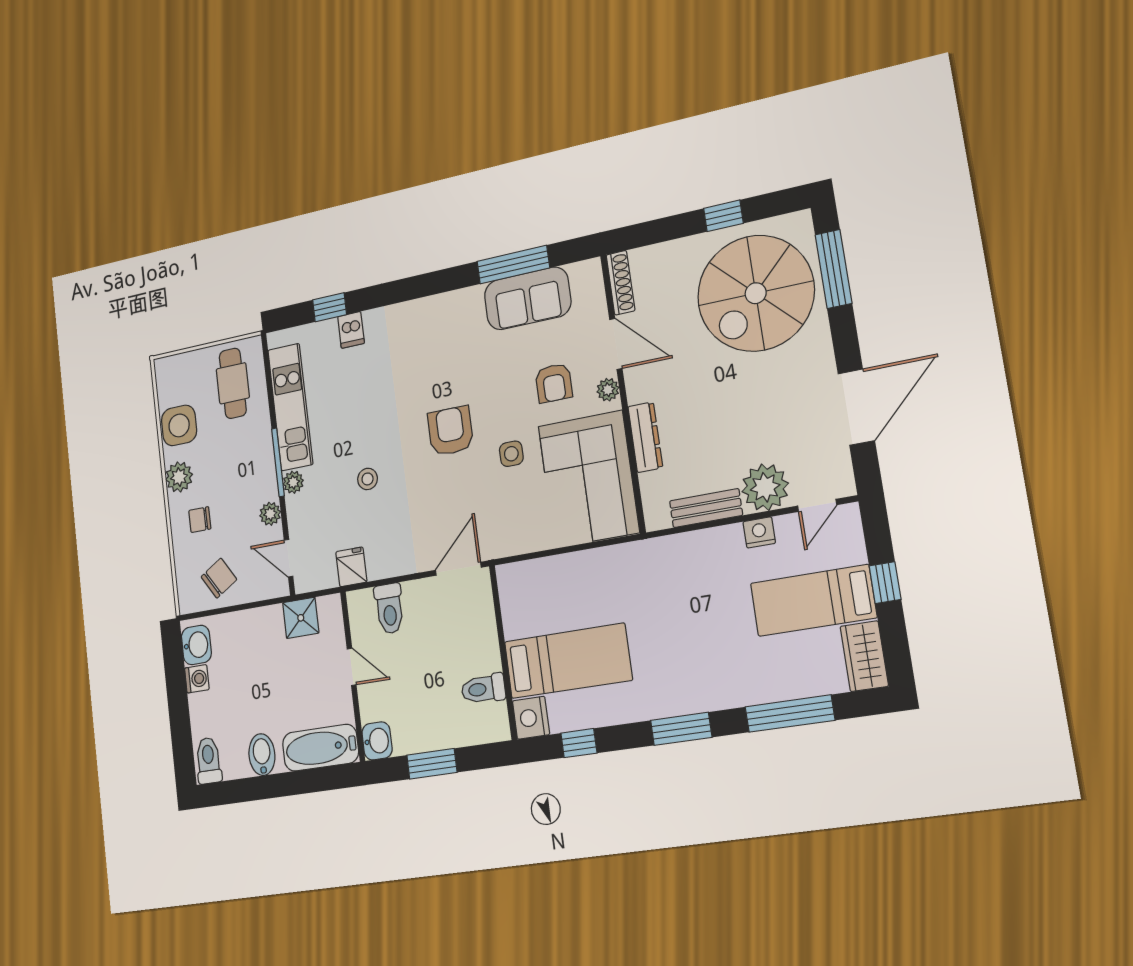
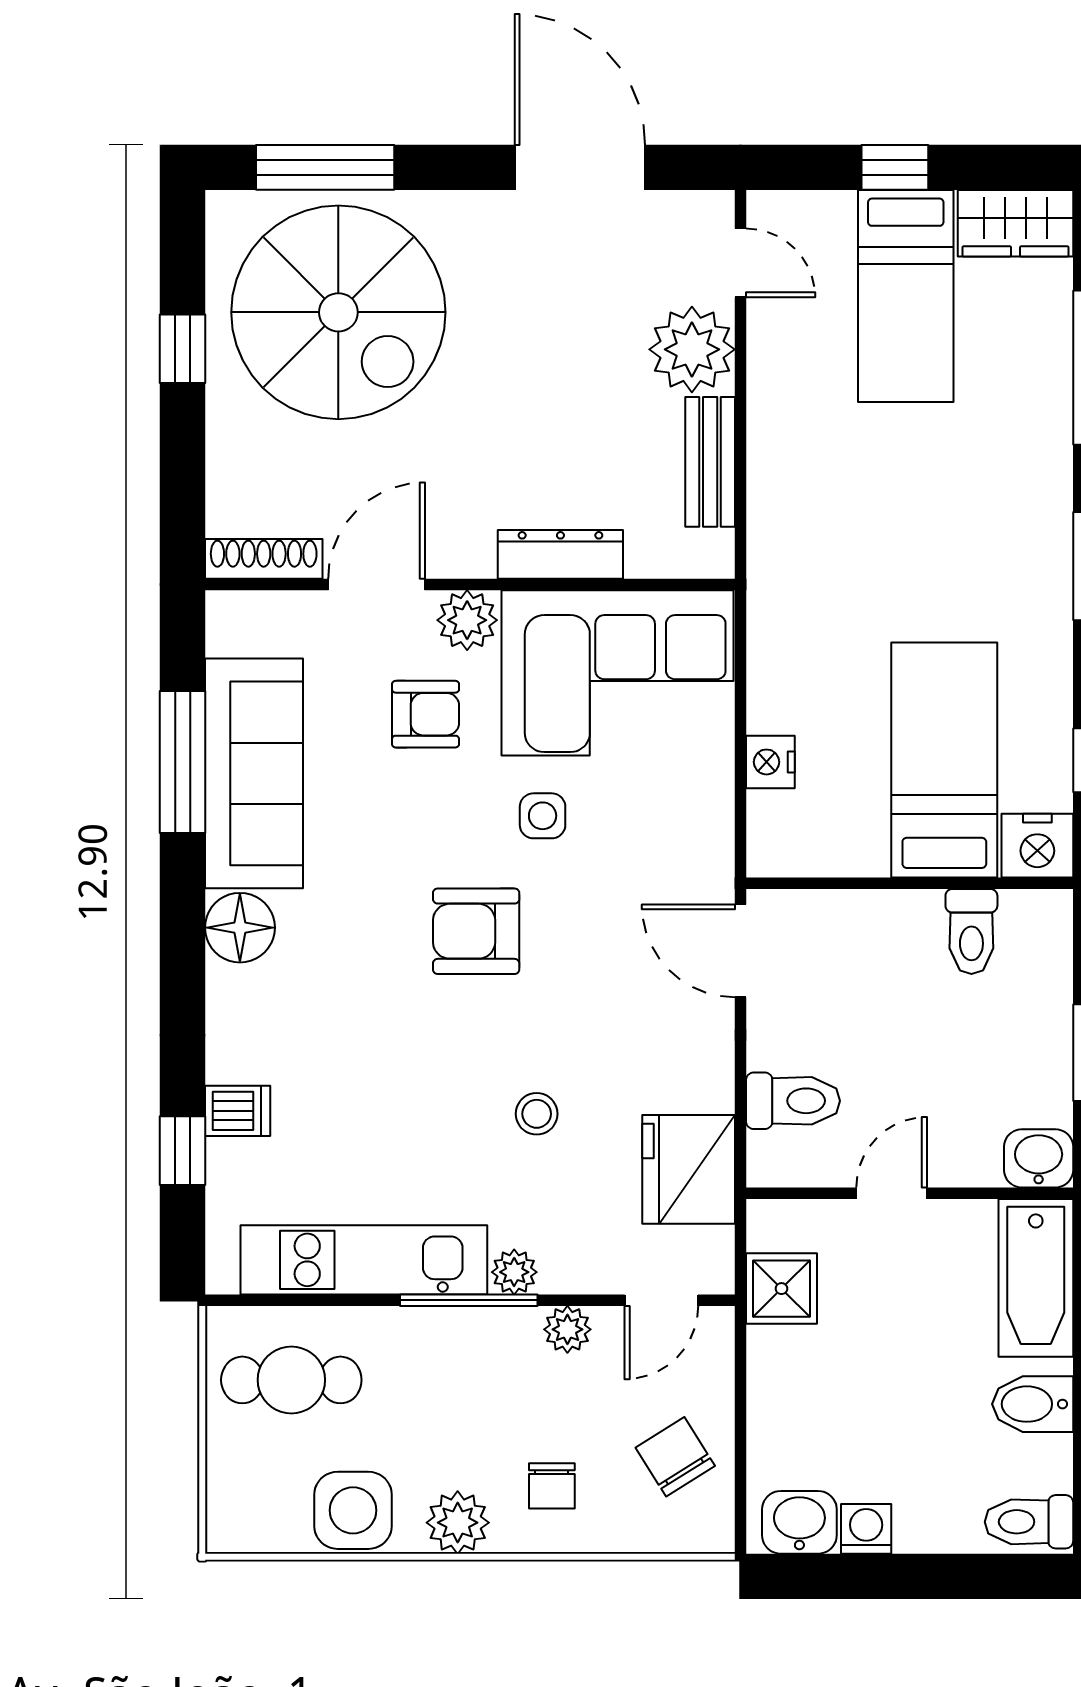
sofa: (528, 298) -> (254, 773), width x1.36
floor lamp: (437, 312) -> (240, 928), added
plant: (608, 390) -> (467, 620), width x1.38, depth x1.38
nightstand: (759, 532) -> (770, 762), moved
fridge: (351, 567) -> (689, 1169), width x1.88, depth x1.34

